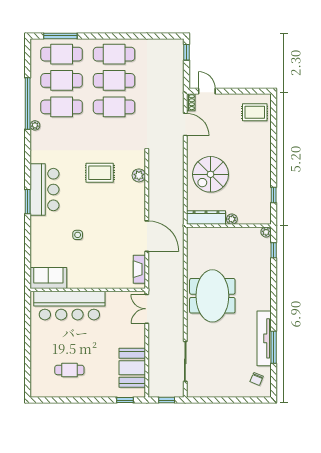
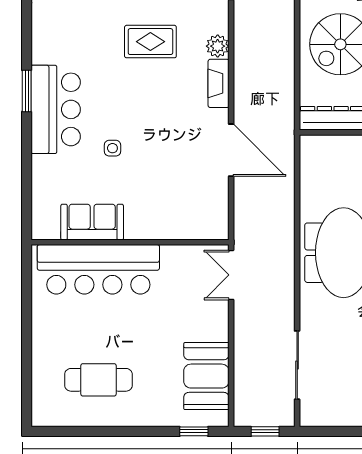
bar counter: (44, 190) -> (56, 109), moved
fireplace: (139, 269) -> (219, 83), moved
sofa: (48, 278) -> (92, 222), moved
cafe table: (69, 370) -> (98, 380), width x1.37, depth x1.35

